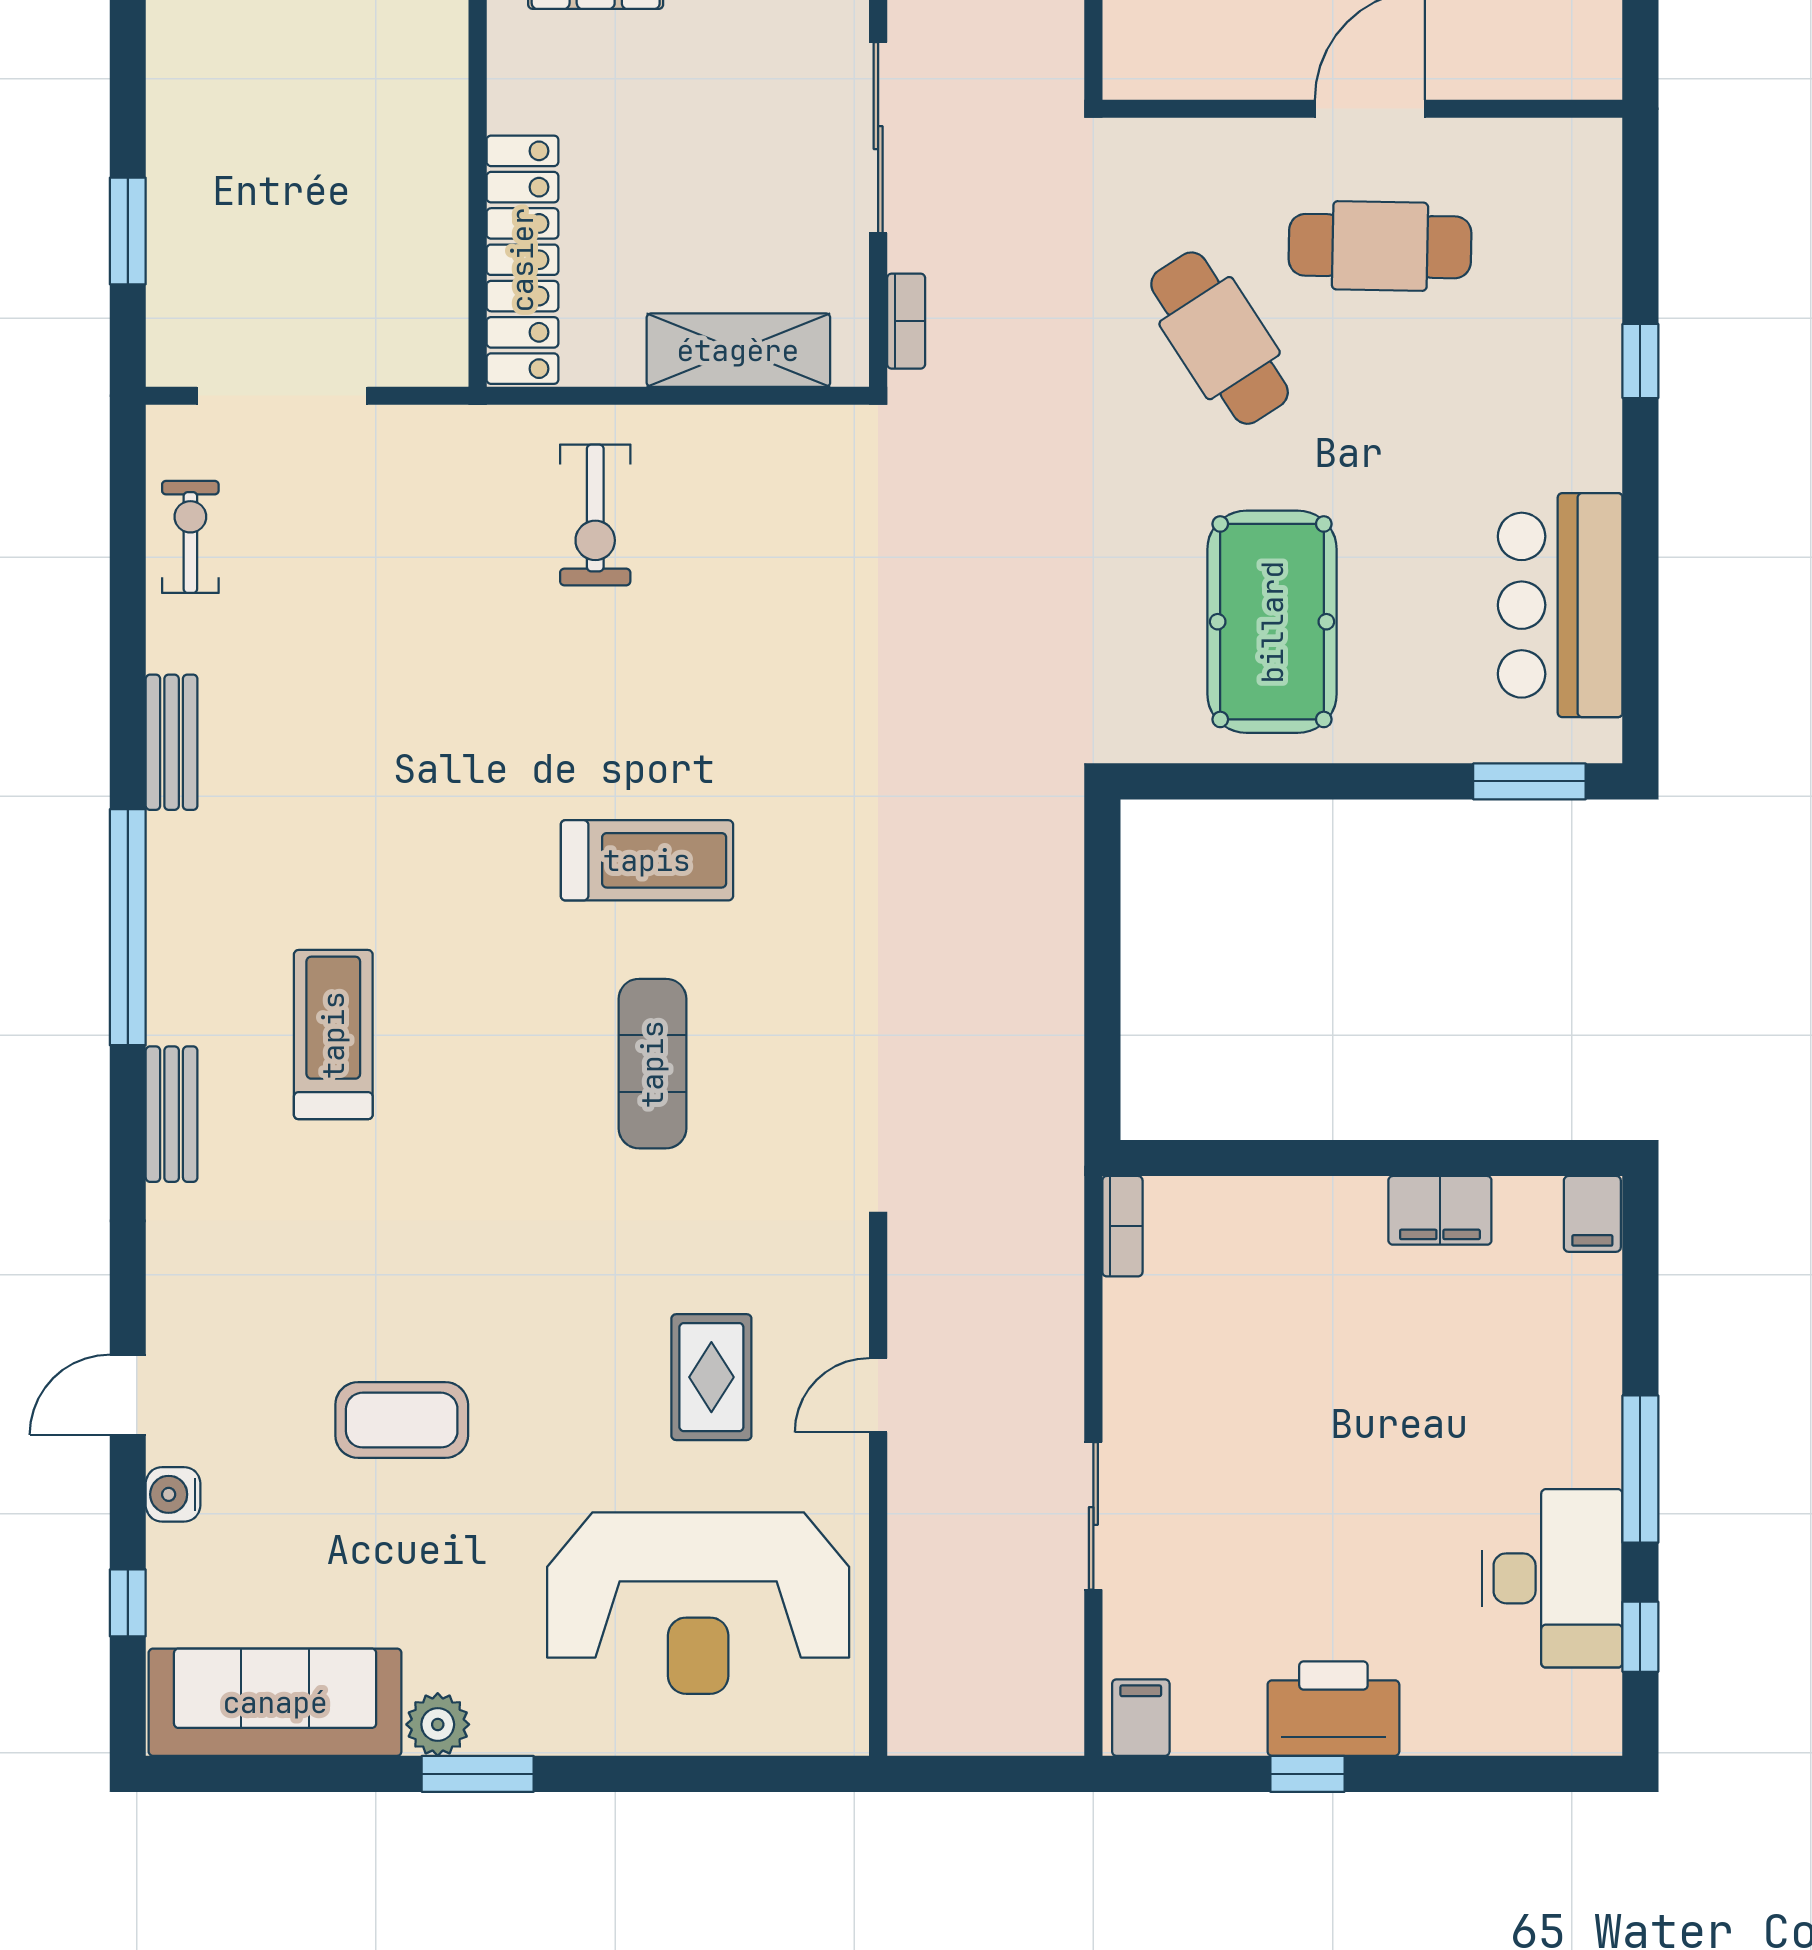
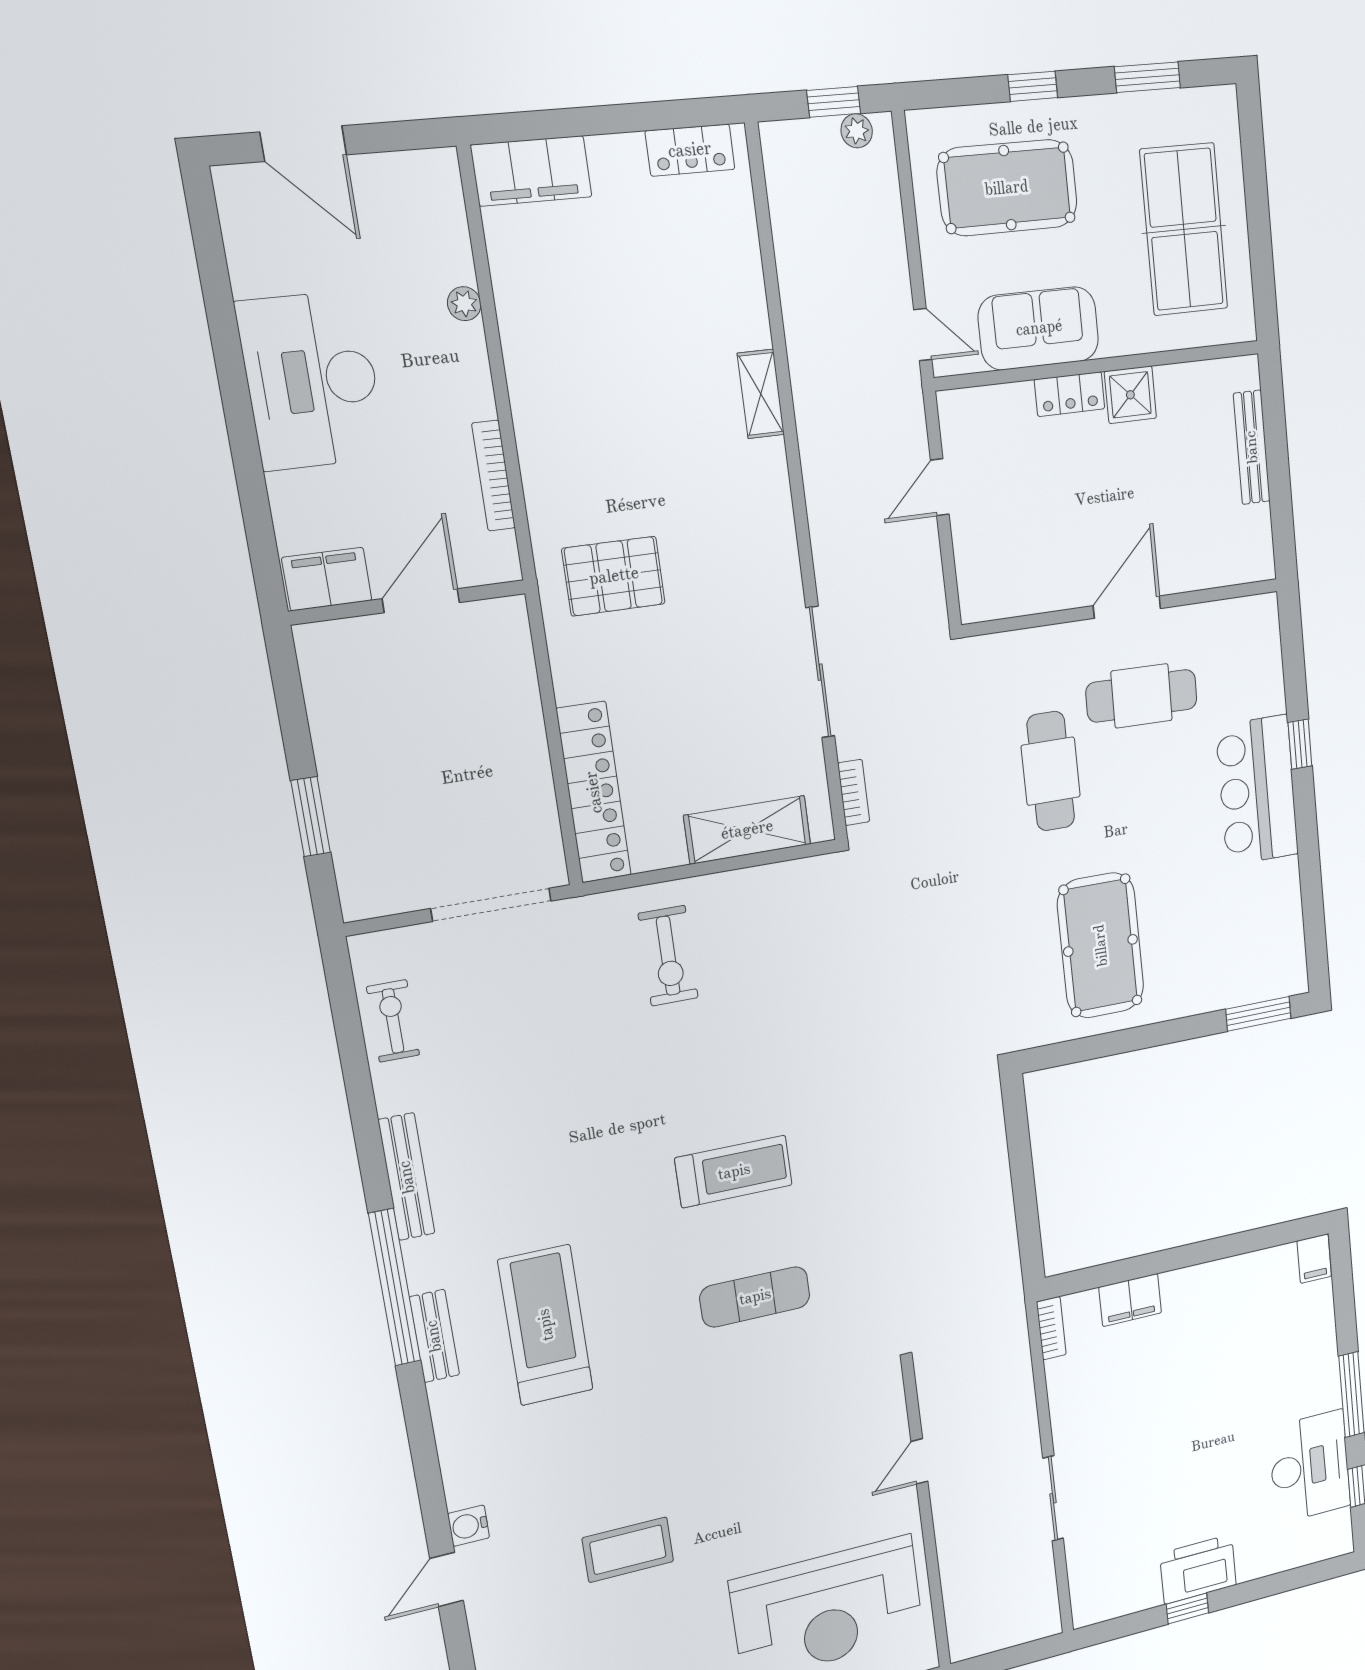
cafe table: (1220, 338) -> (1051, 771), turned 33
doorway: (282, 396) -> (491, 905), moved
bar counter: (1560, 605) -> (1257, 790), moved
bench: (172, 742) -> (407, 1177), width x1.36
treadmill: (333, 1035) -> (546, 1325), width x1.37, depth x1.38
exercise mat: (652, 1064) -> (755, 1297), turned 90
bench: (172, 1114) -> (434, 1336), moved
filing cabinet: (1440, 1210) -> (1130, 1300), moved
rug: (711, 1377) -> (818, 1476), removed
water cooler: (173, 1494) -> (469, 1526), moved
filing cabinet: (1141, 1718) -> (1092, 1603), removed

